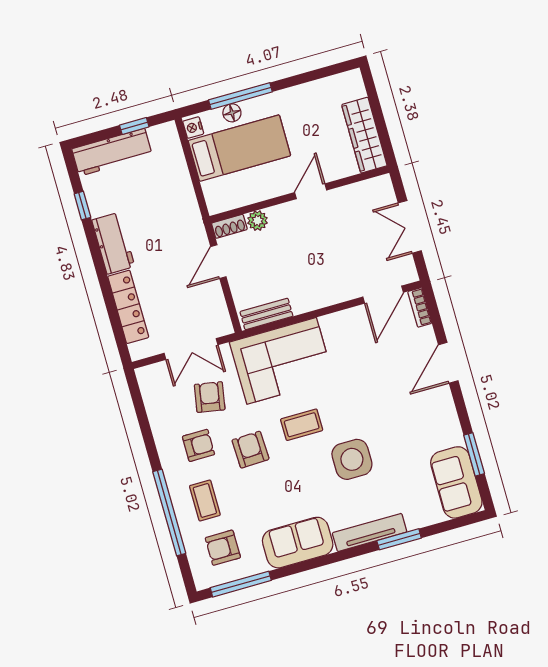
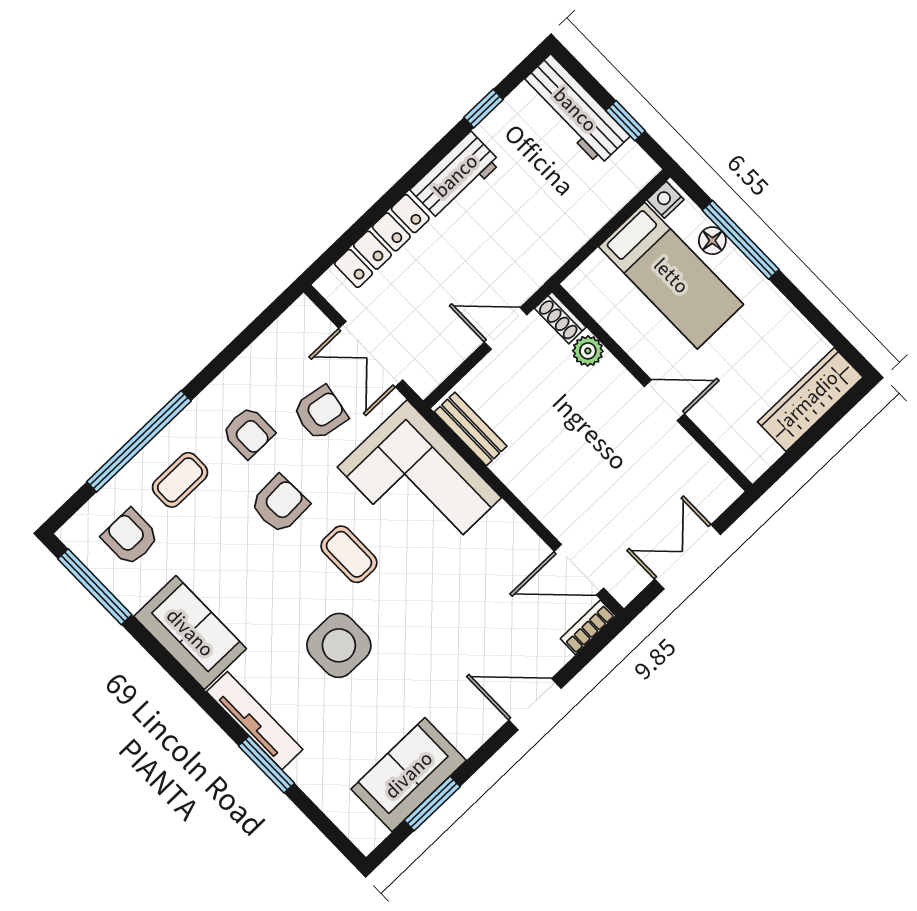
wardrobe: (364, 135) -> (810, 399), moved
sofa: (456, 482) -> (409, 775), moved

